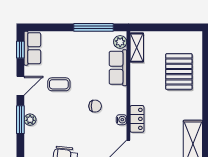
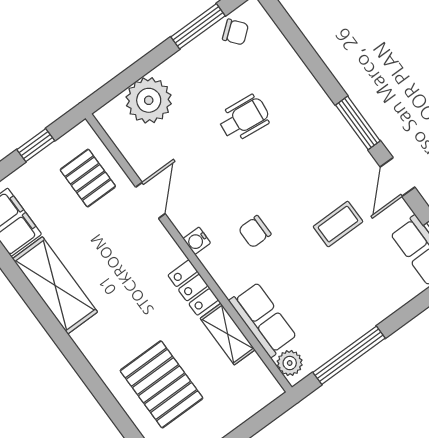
shelving: (137, 48) -> (228, 334), moved
locker: (137, 119) -> (193, 288), moved
plant: (30, 120) -> (343, 134), removed

